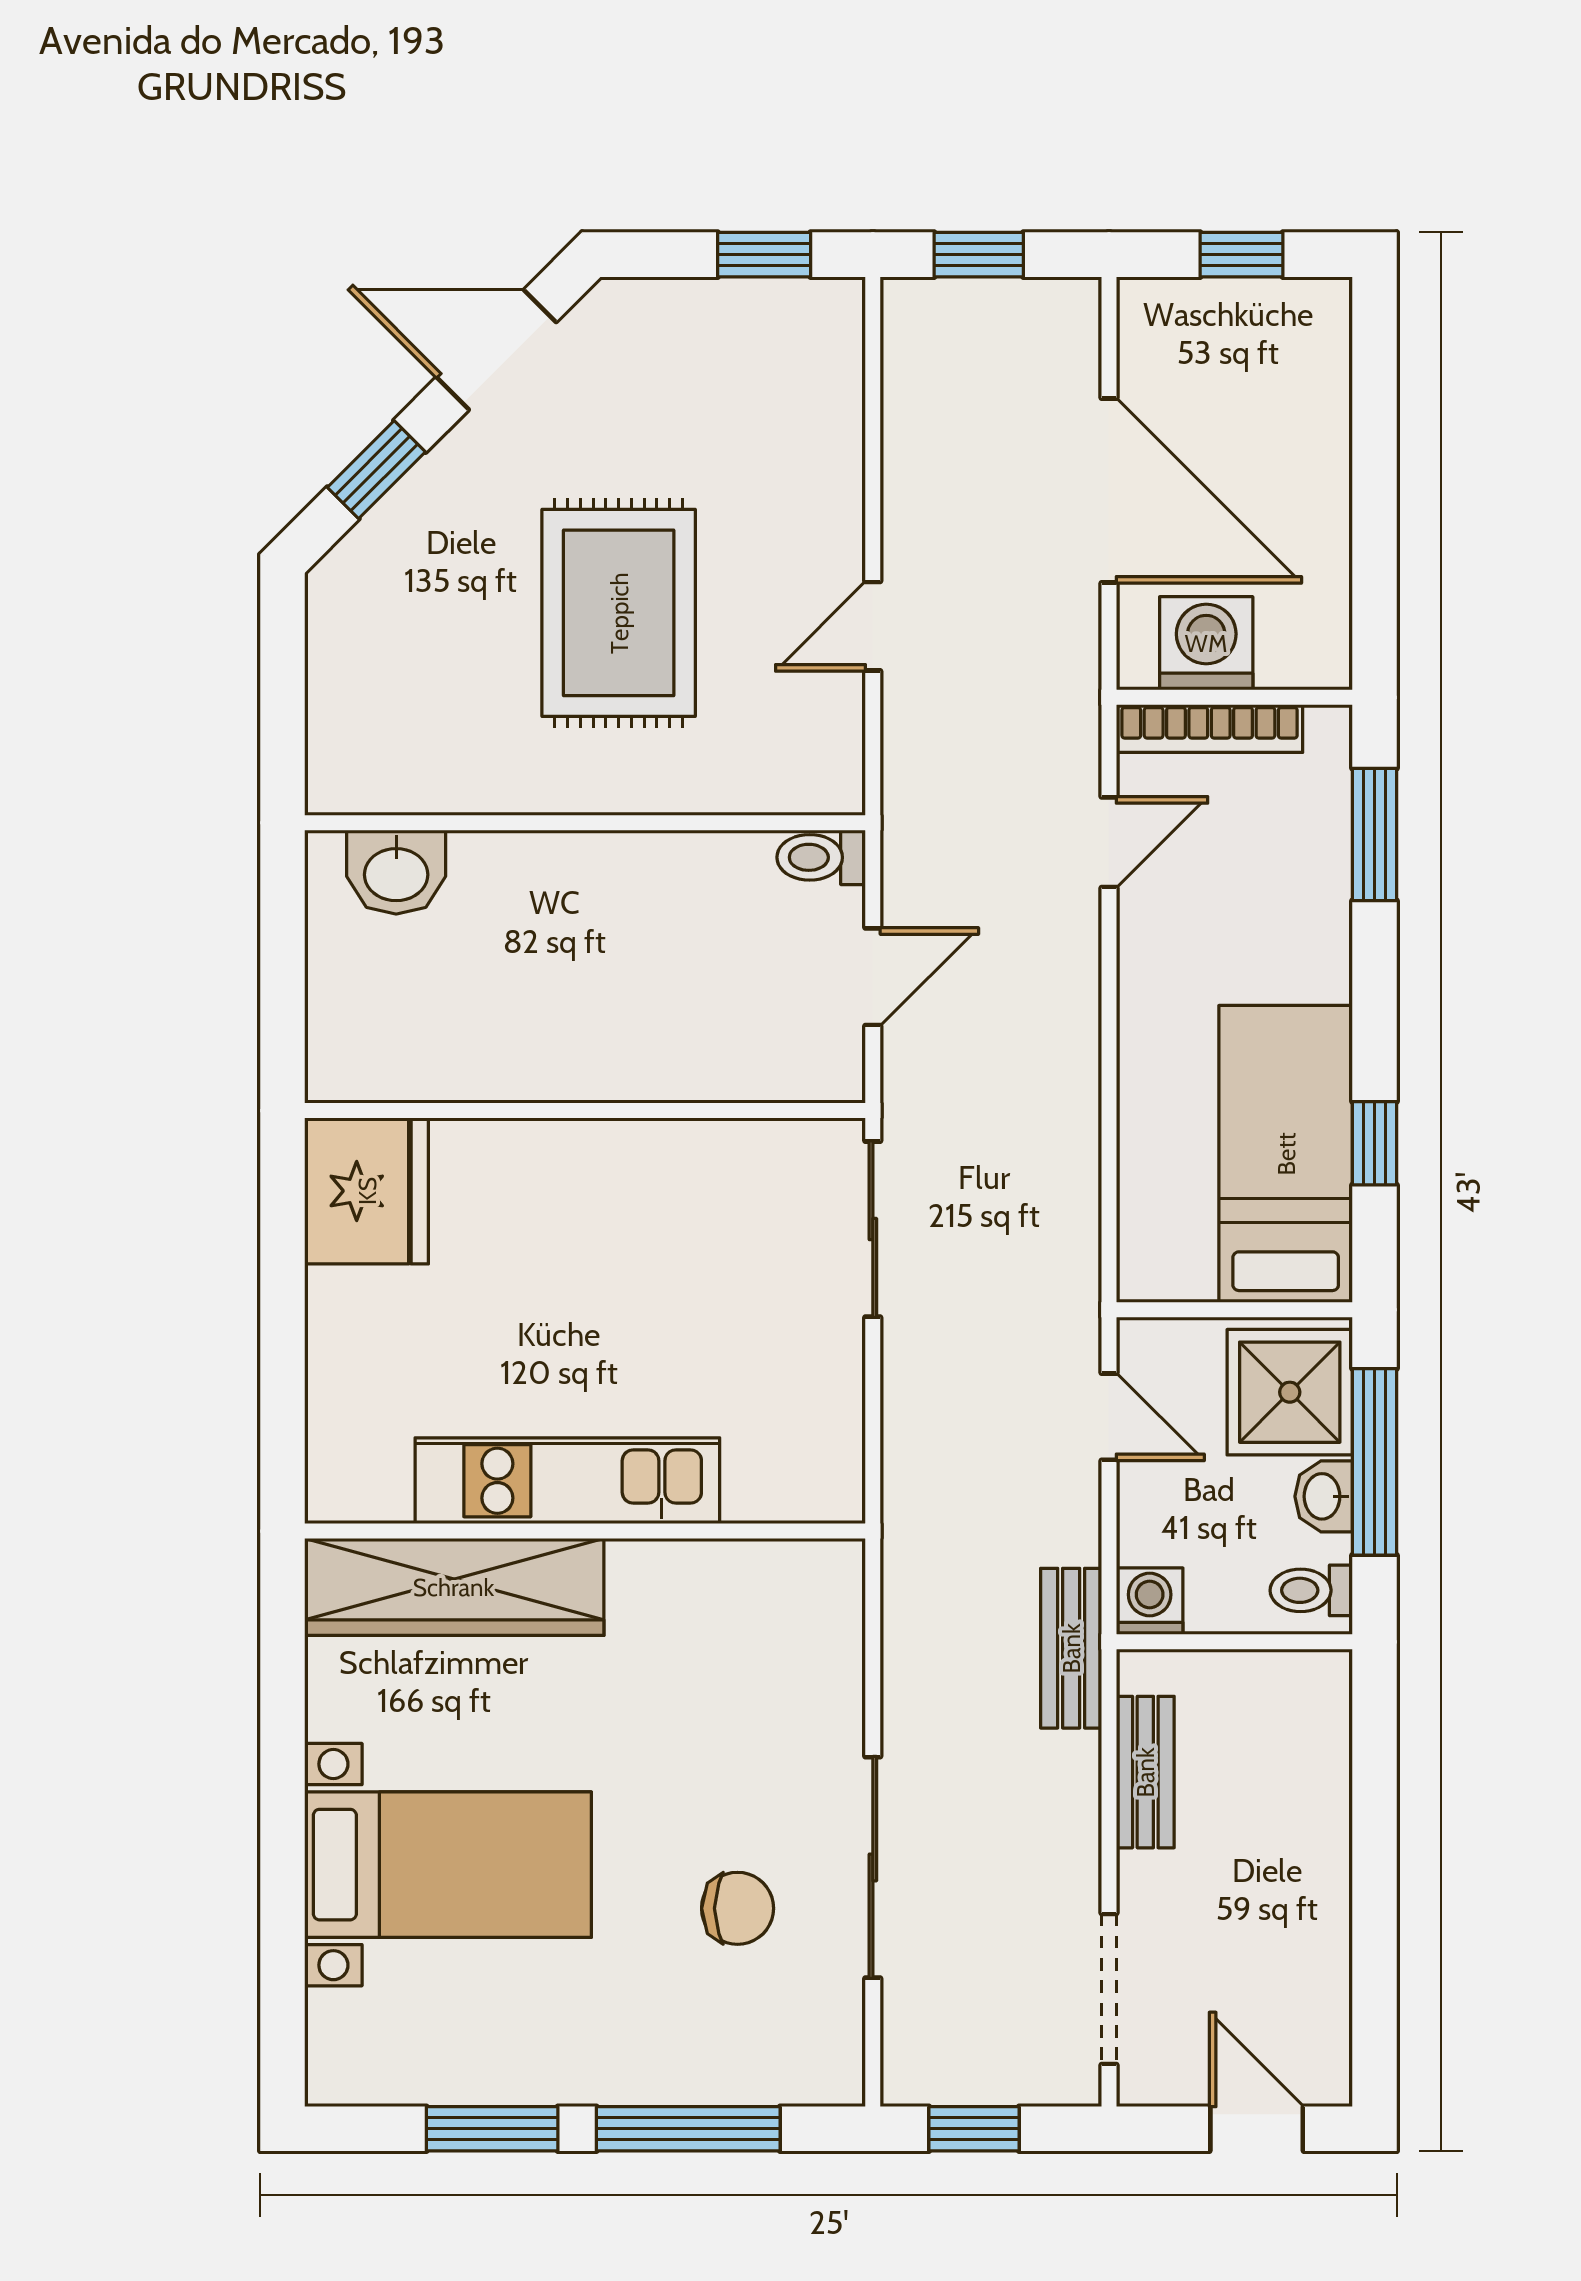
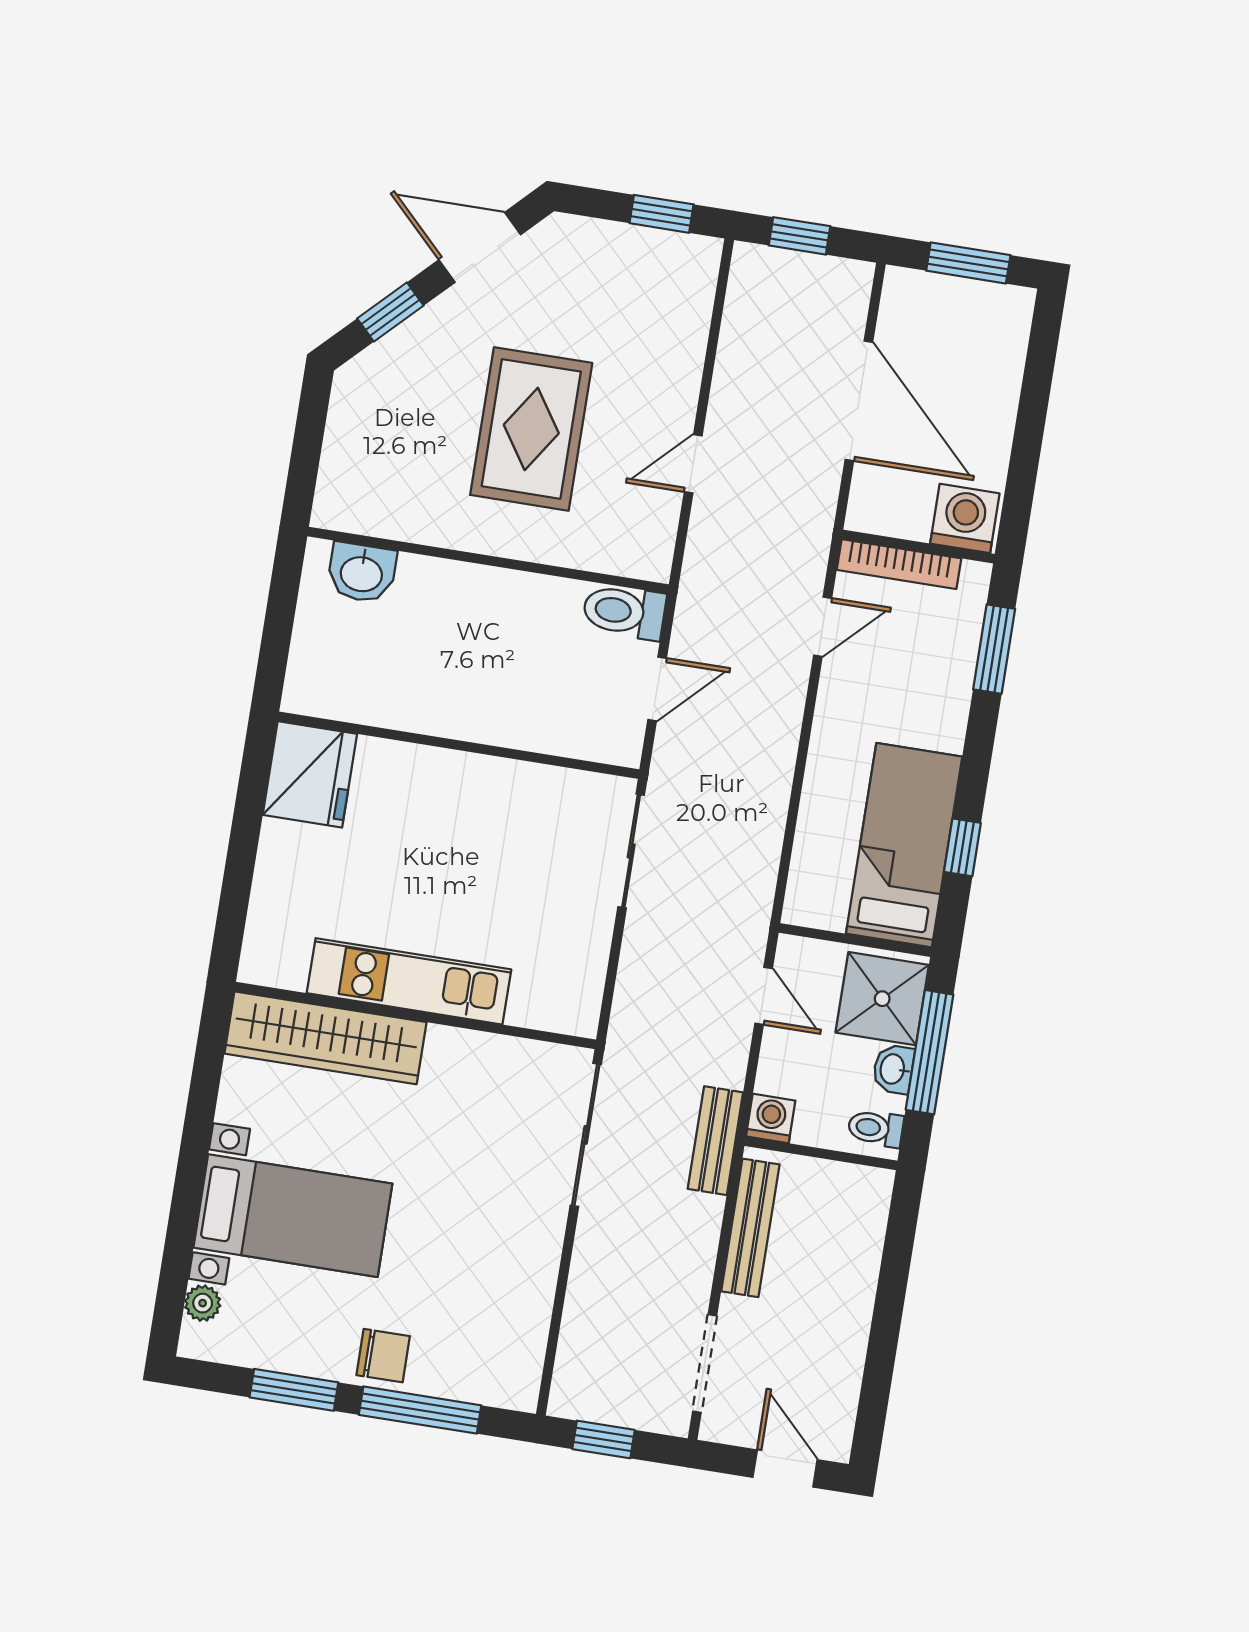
window: (1242, 255) -> (968, 263), width x1.50
washing machine: (1206, 643) -> (965, 518), moved
toilet: (821, 857) -> (624, 612), width x1.37, depth x1.39
bench: (1145, 1772) -> (750, 1228), width x1.36
sliding door: (873, 1867) -> (586, 1135), moved
chair: (738, 1908) -> (383, 1356), moved
plant: (332, 2019) -> (203, 1303), added

